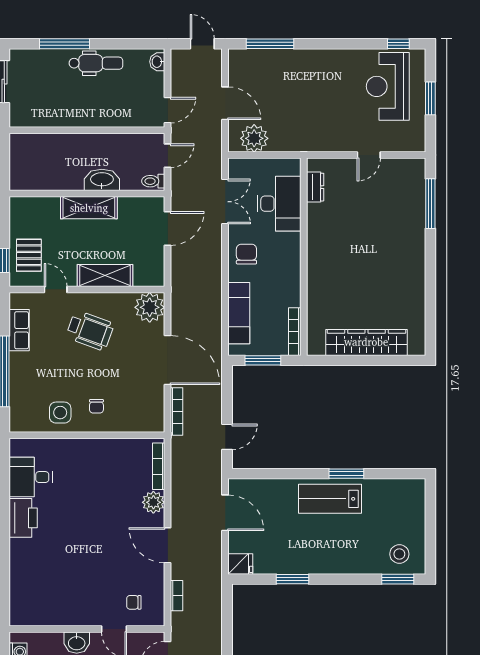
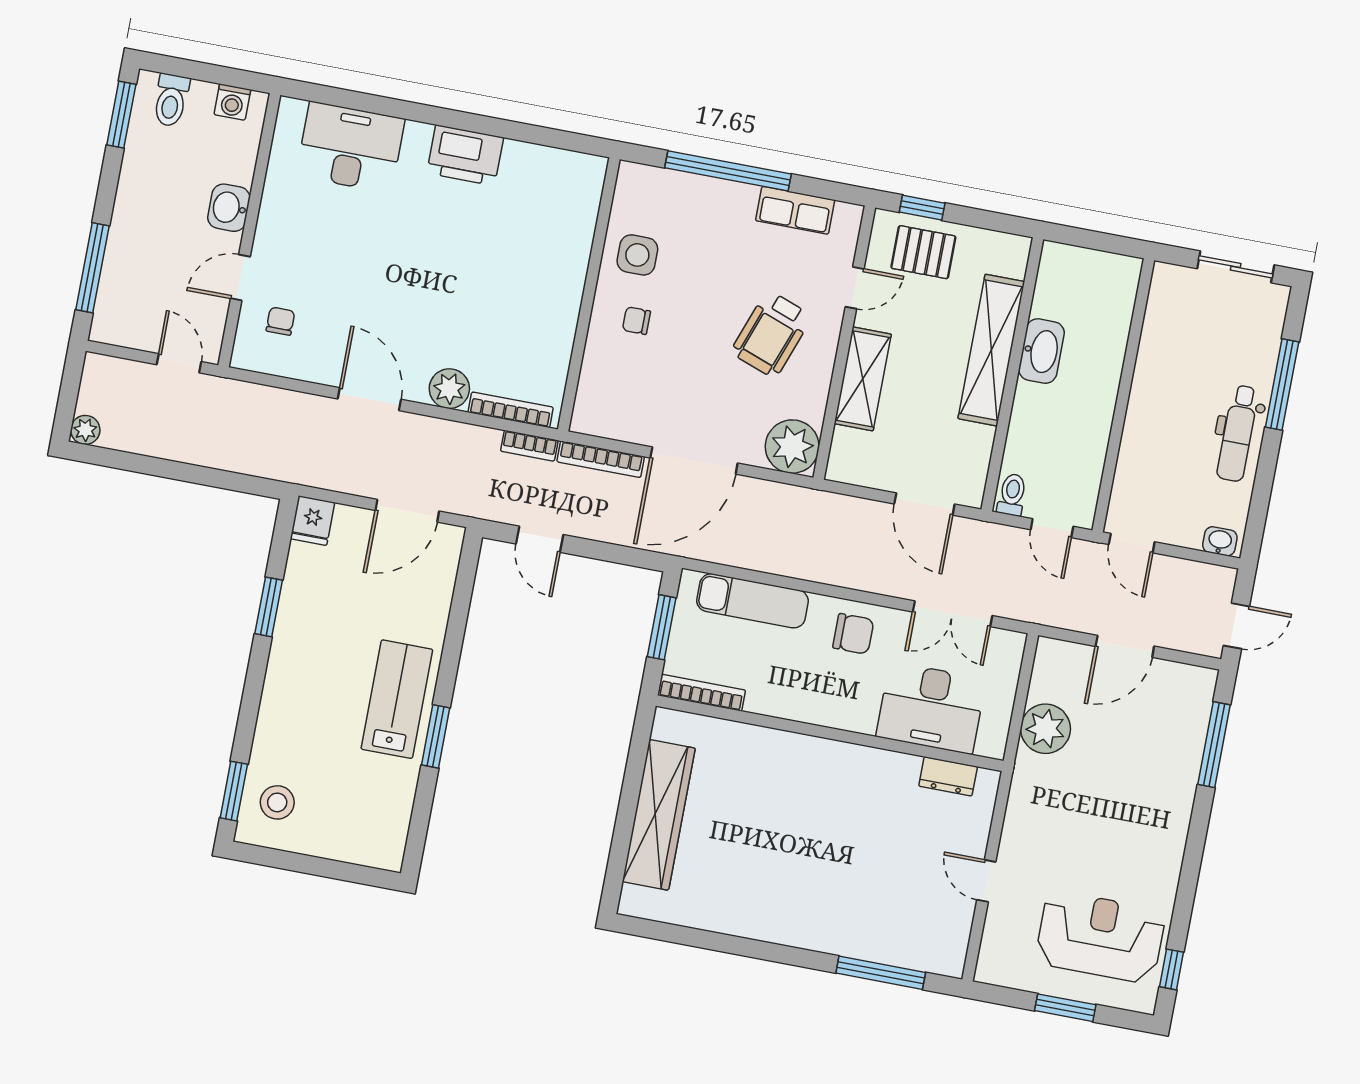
plant: (254, 138) -> (1046, 729), moved
washbasin: (102, 180) -> (1041, 351), moved
shelving: (89, 208) -> (991, 350), width x1.47
desk: (31, 477) -> (350, 147), moved, width x1.37
door: (168, 545) -> (369, 399), hinge flipped
bookcase: (177, 596) -> (529, 446), moved

